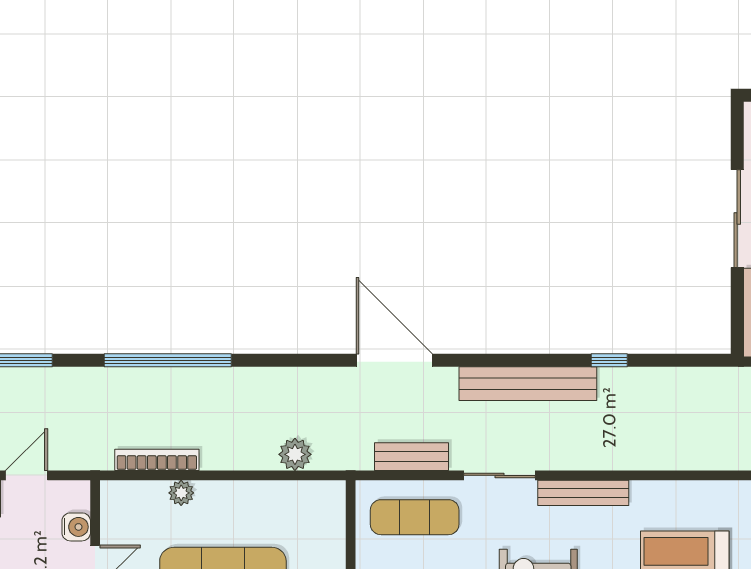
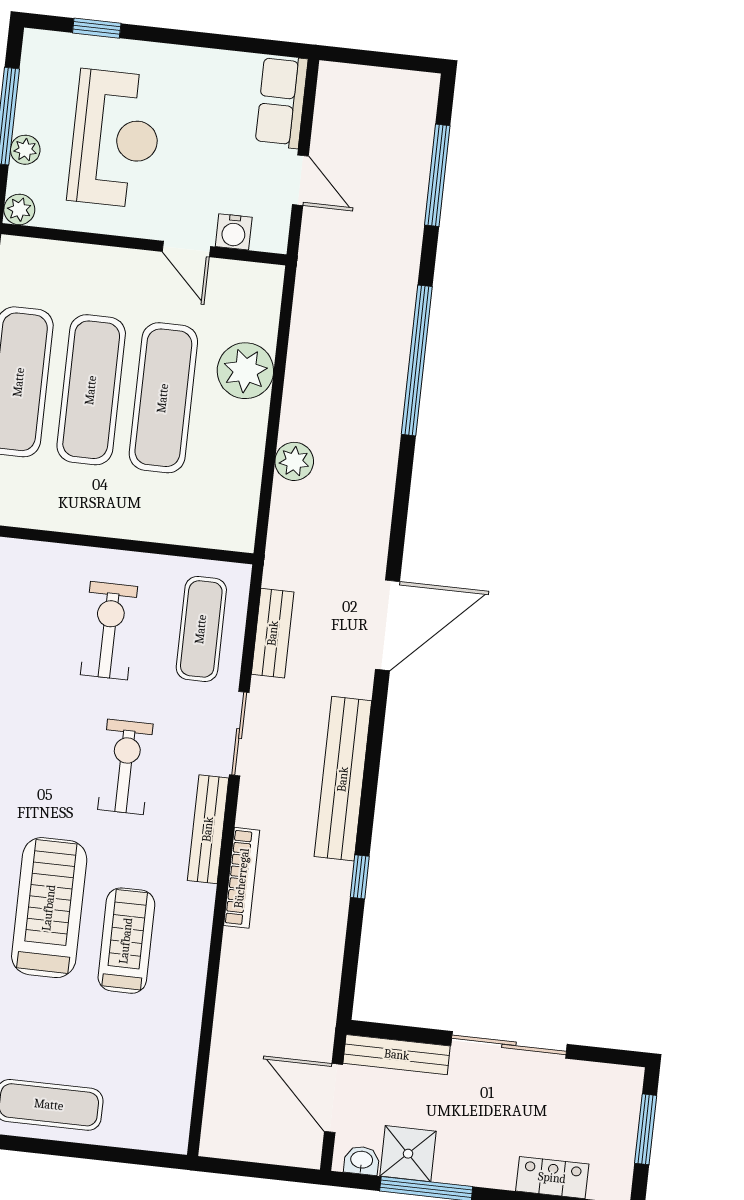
plant: (295, 454) -> (294, 461), moved
bookcase: (157, 460) -> (242, 878), moved
plant: (181, 493) -> (245, 371), width x1.87, depth x1.87

